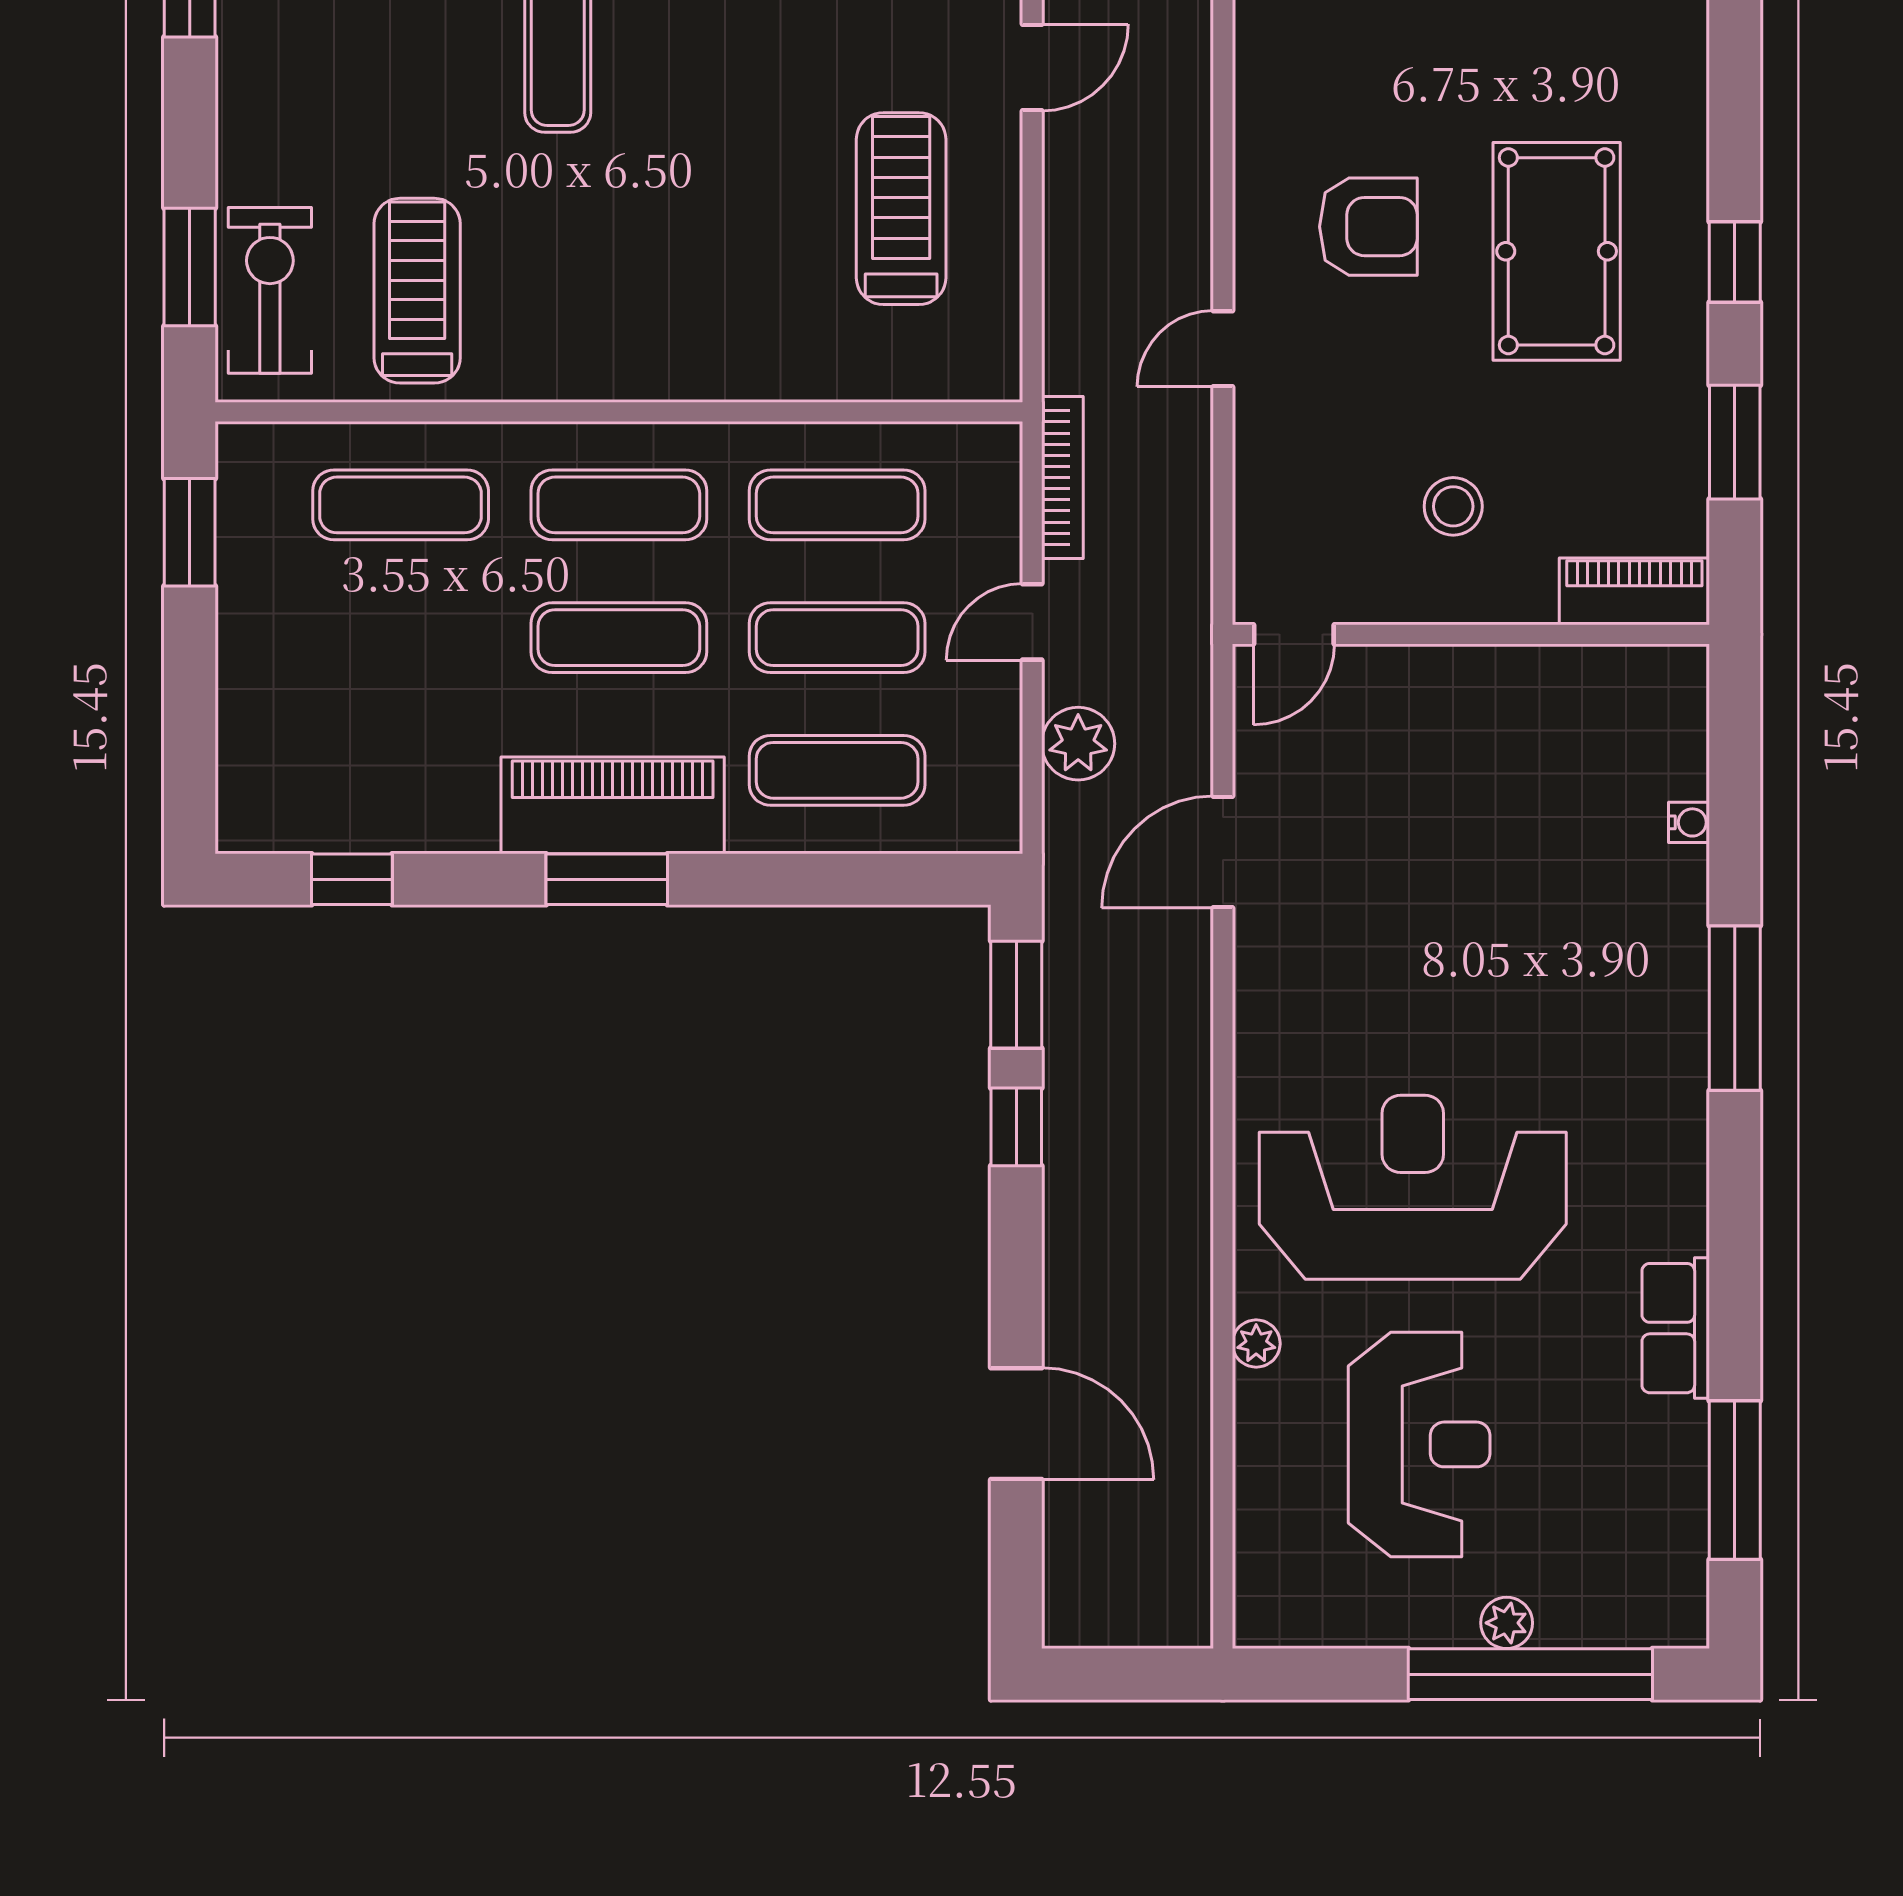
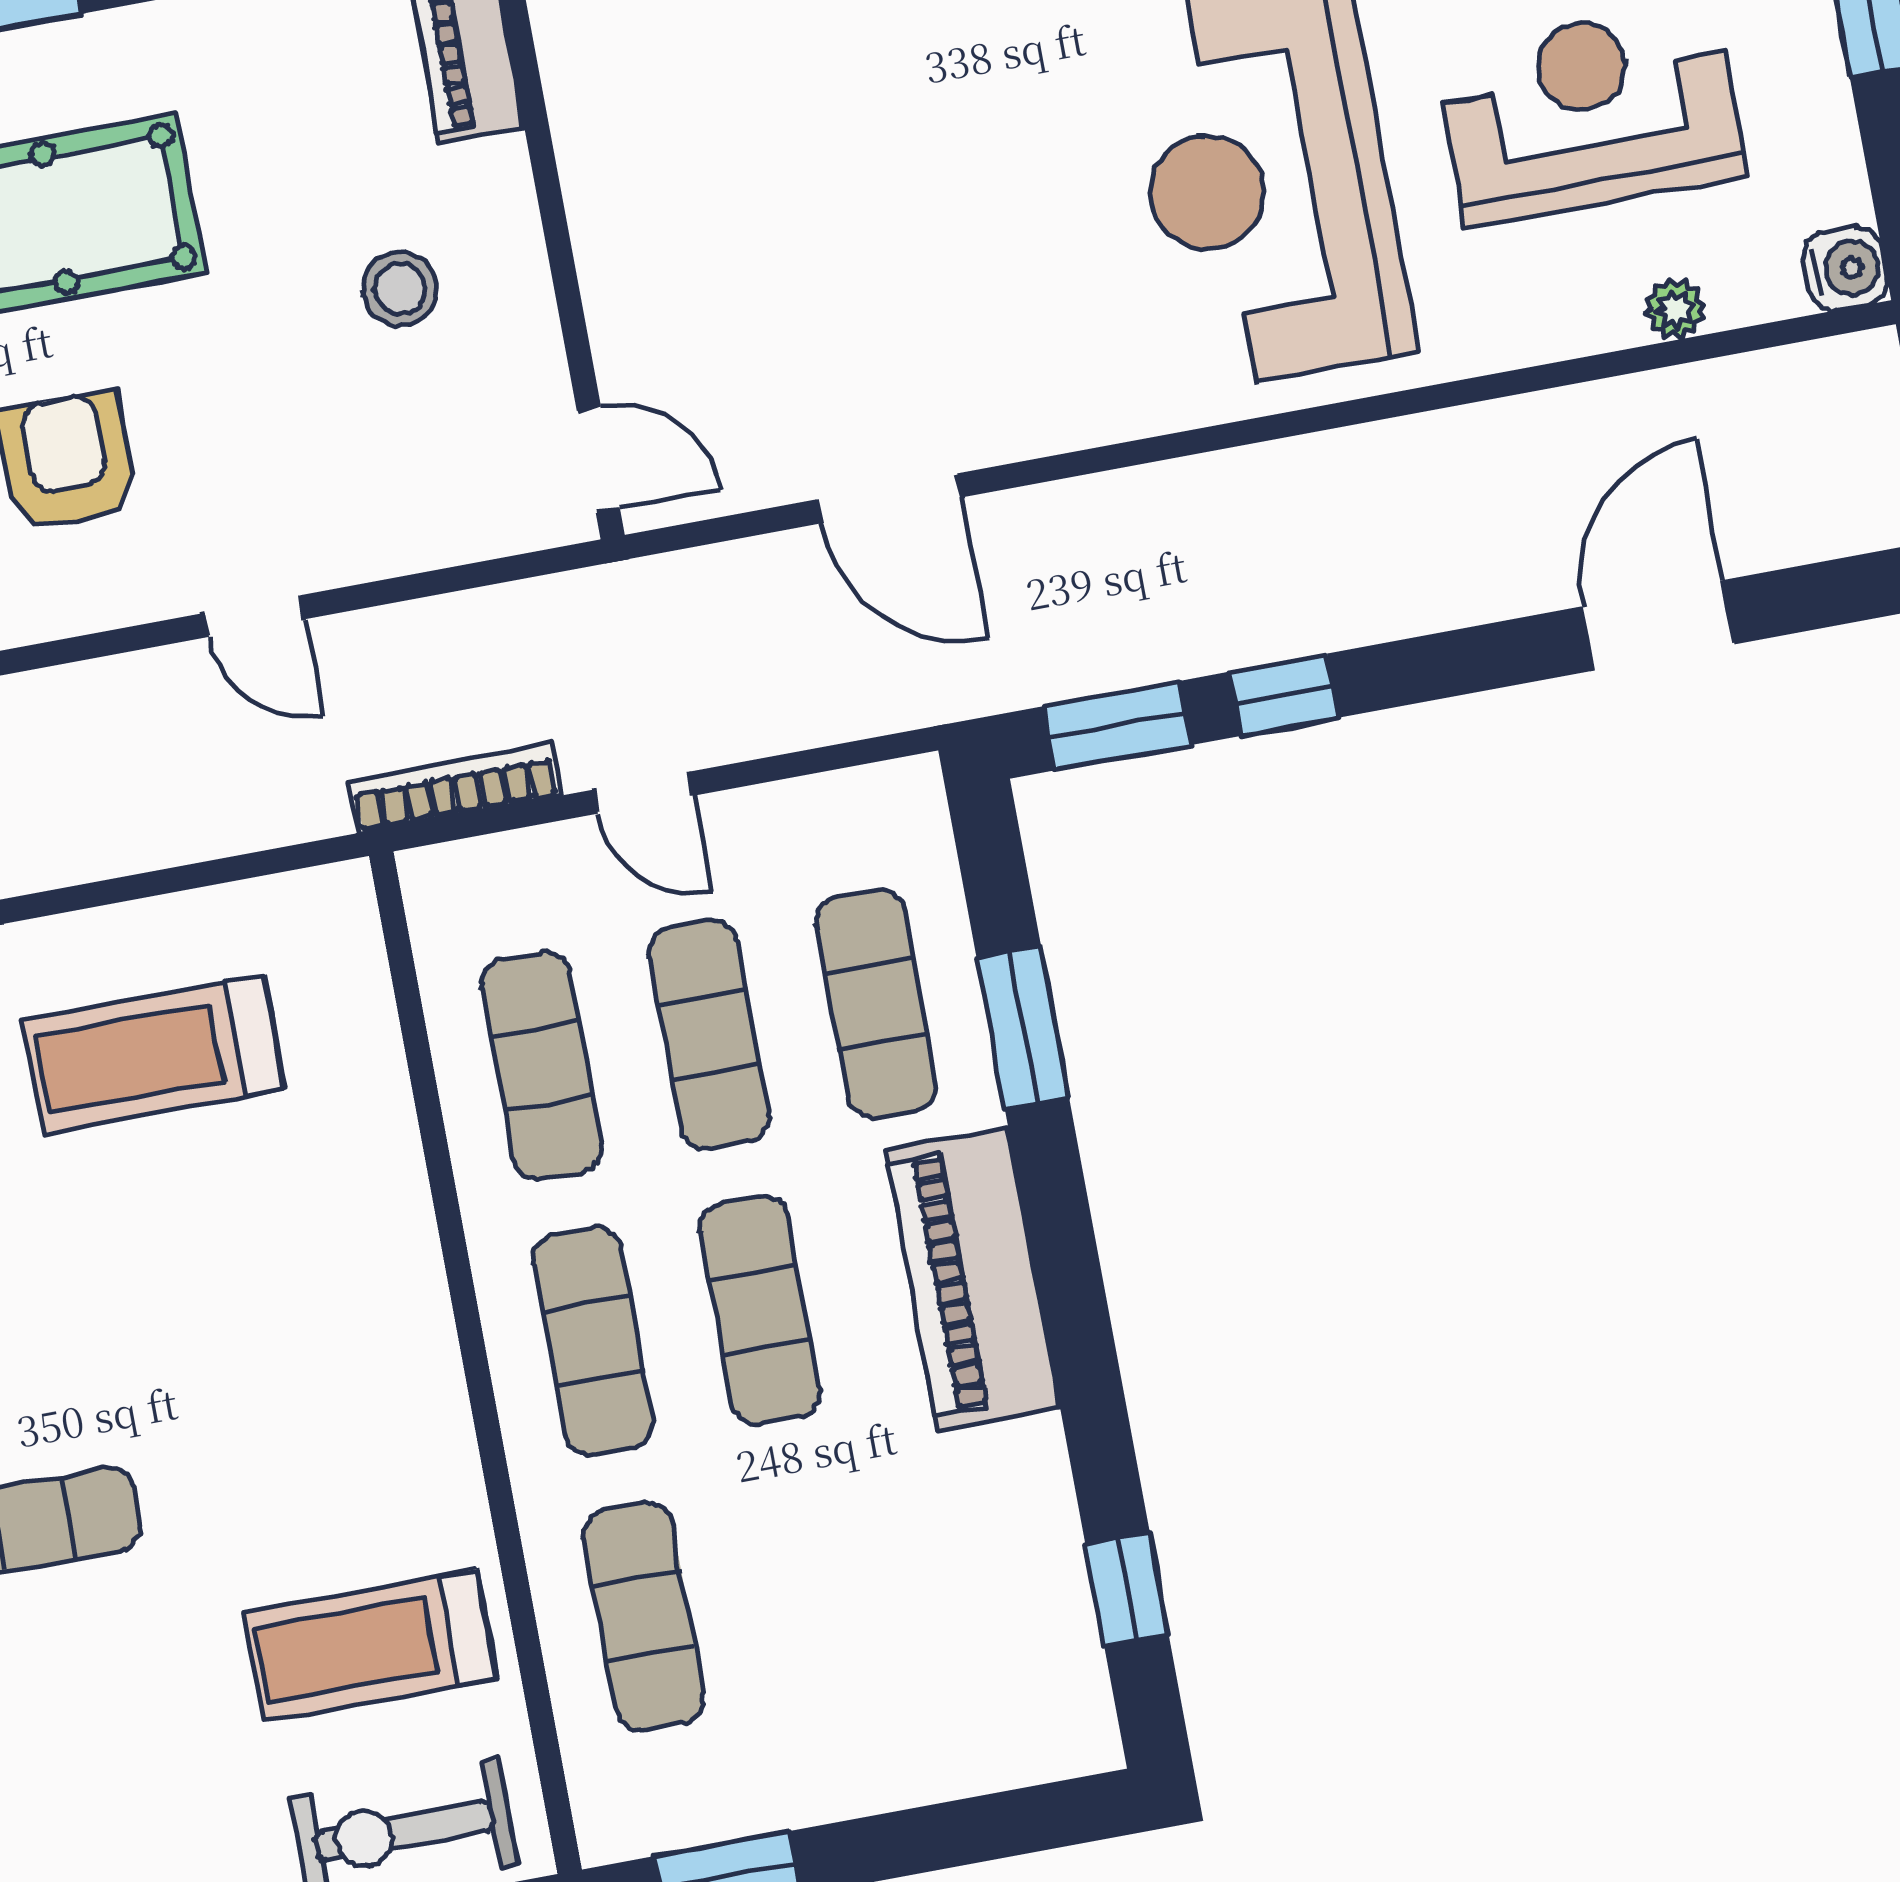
plant: (1078, 744) -> (786, 706), removed
window: (607, 879) -> (1023, 1028), moved
plant: (1256, 1344) -> (1675, 309), moved
water cooler: (1263, 1618) -> (1846, 269), added

